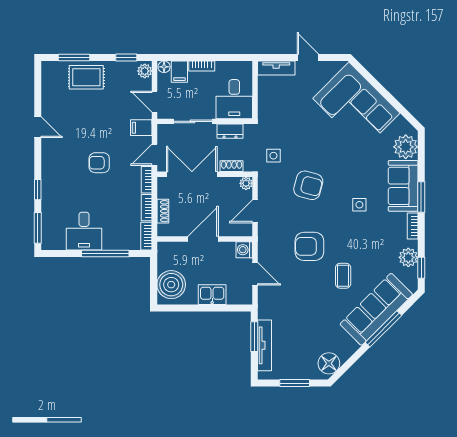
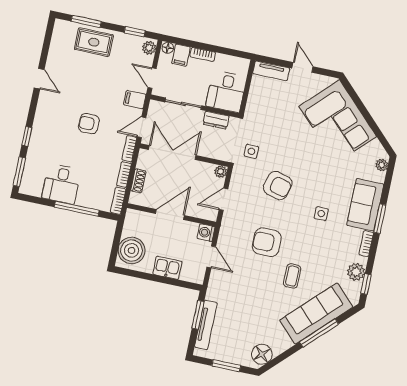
plant: (406, 147) -> (382, 165), width x0.53, depth x0.53
shoe rack: (231, 166) -> (211, 153), removed

